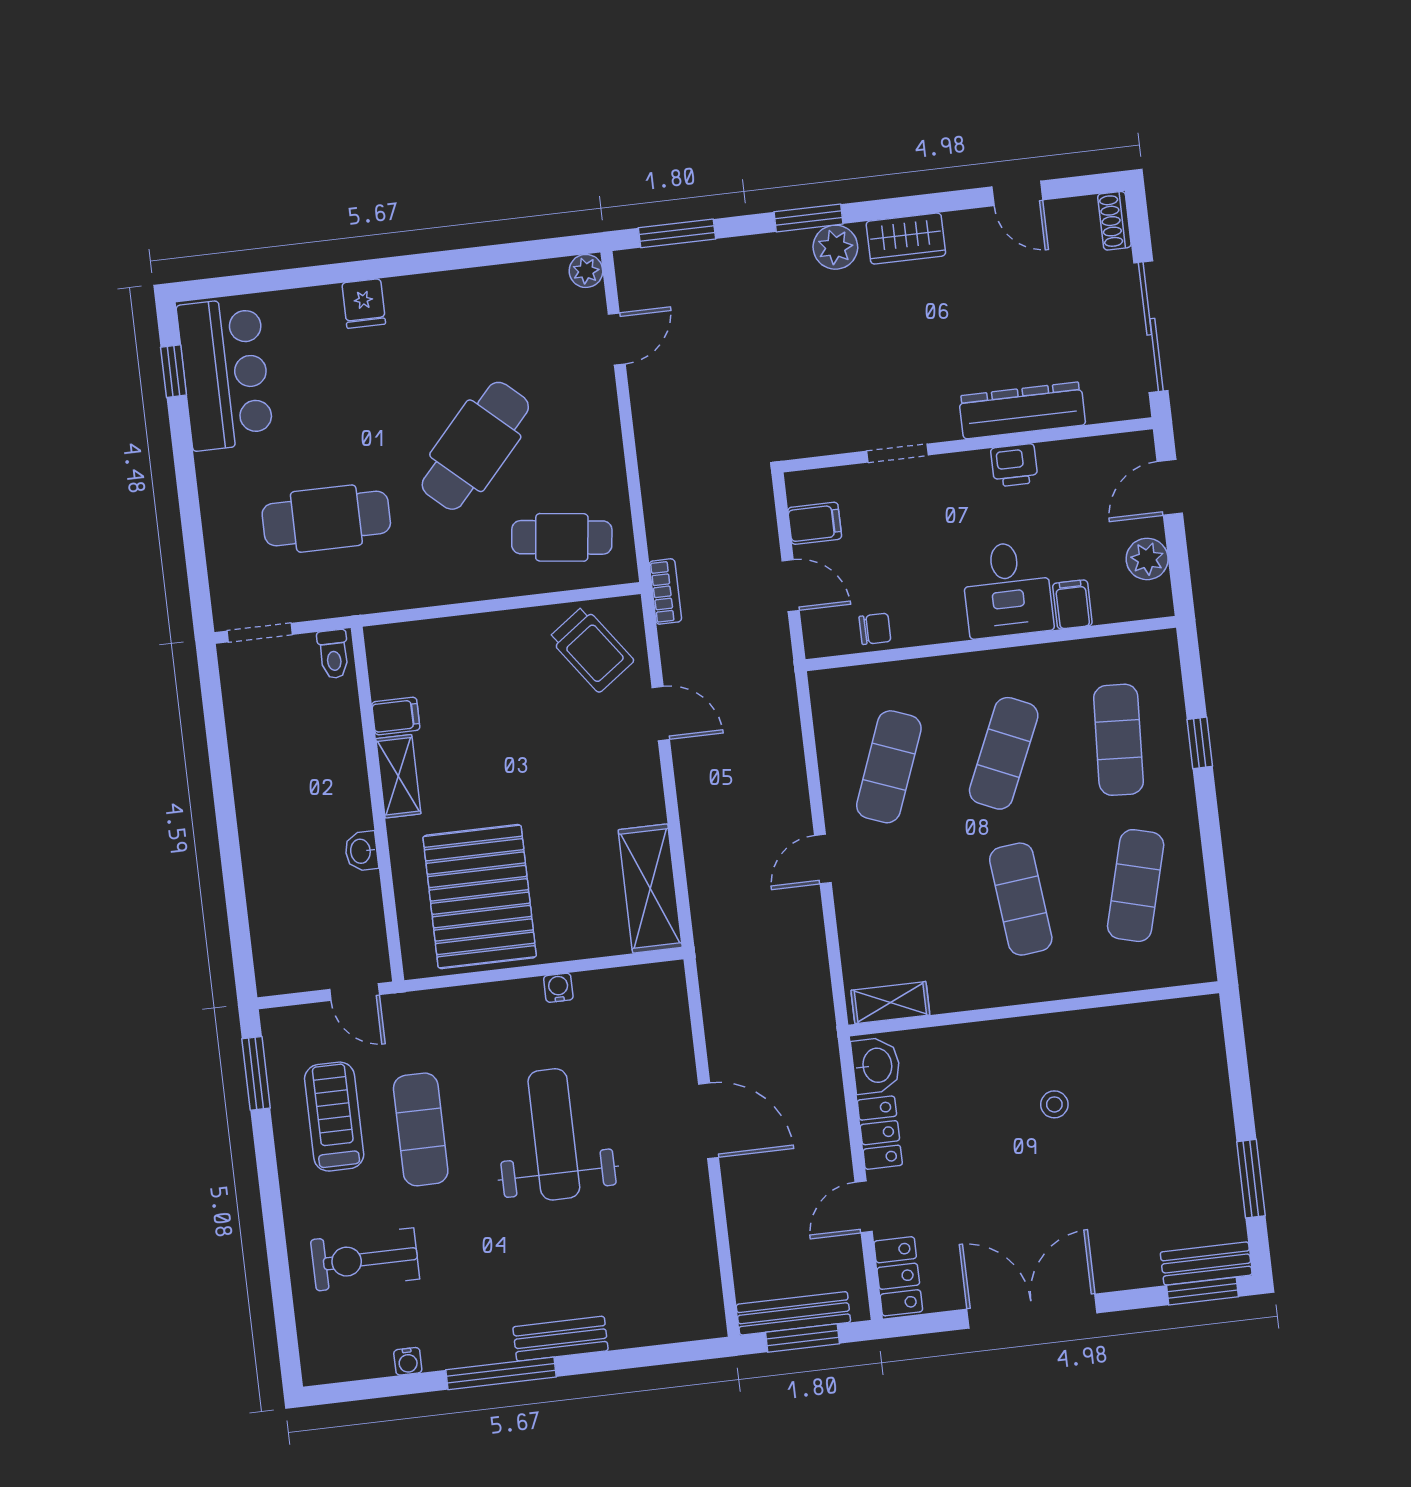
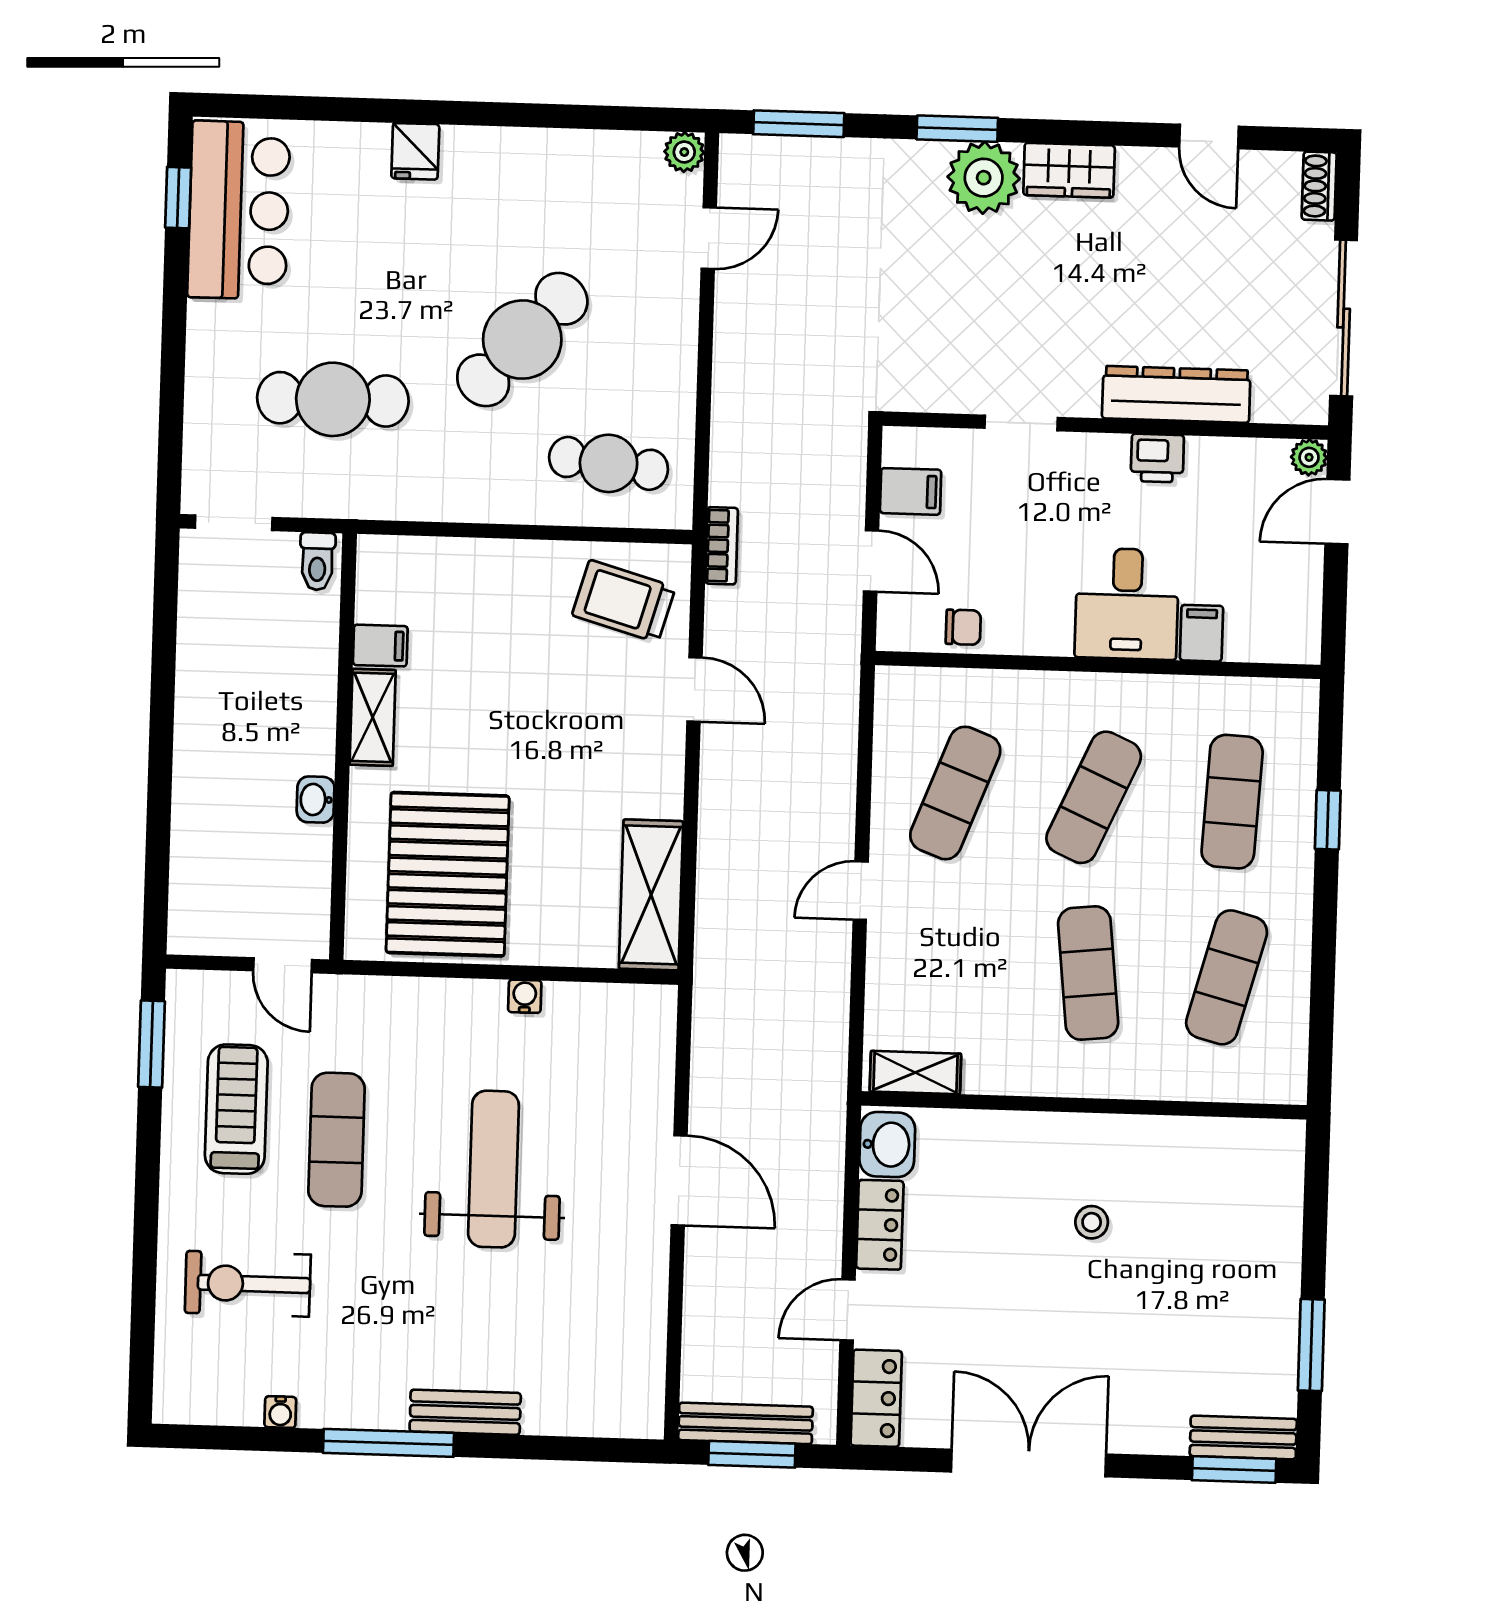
plant: (835, 247) -> (984, 178), width x1.36, depth x1.36
plant: (1147, 559) -> (1309, 457), moved, width x0.73, depth x0.73
trolley: (591, 649) -> (624, 601), turned 142

